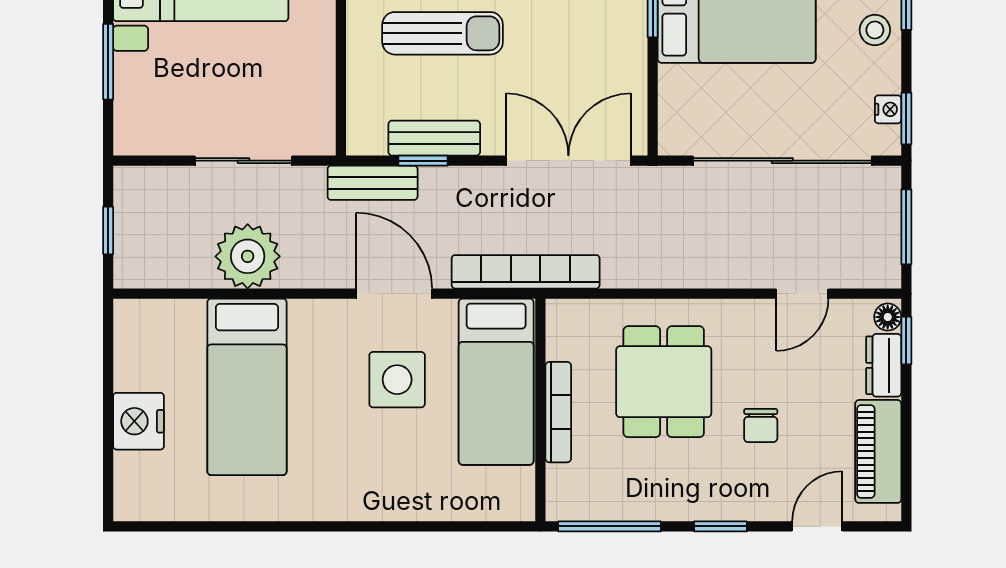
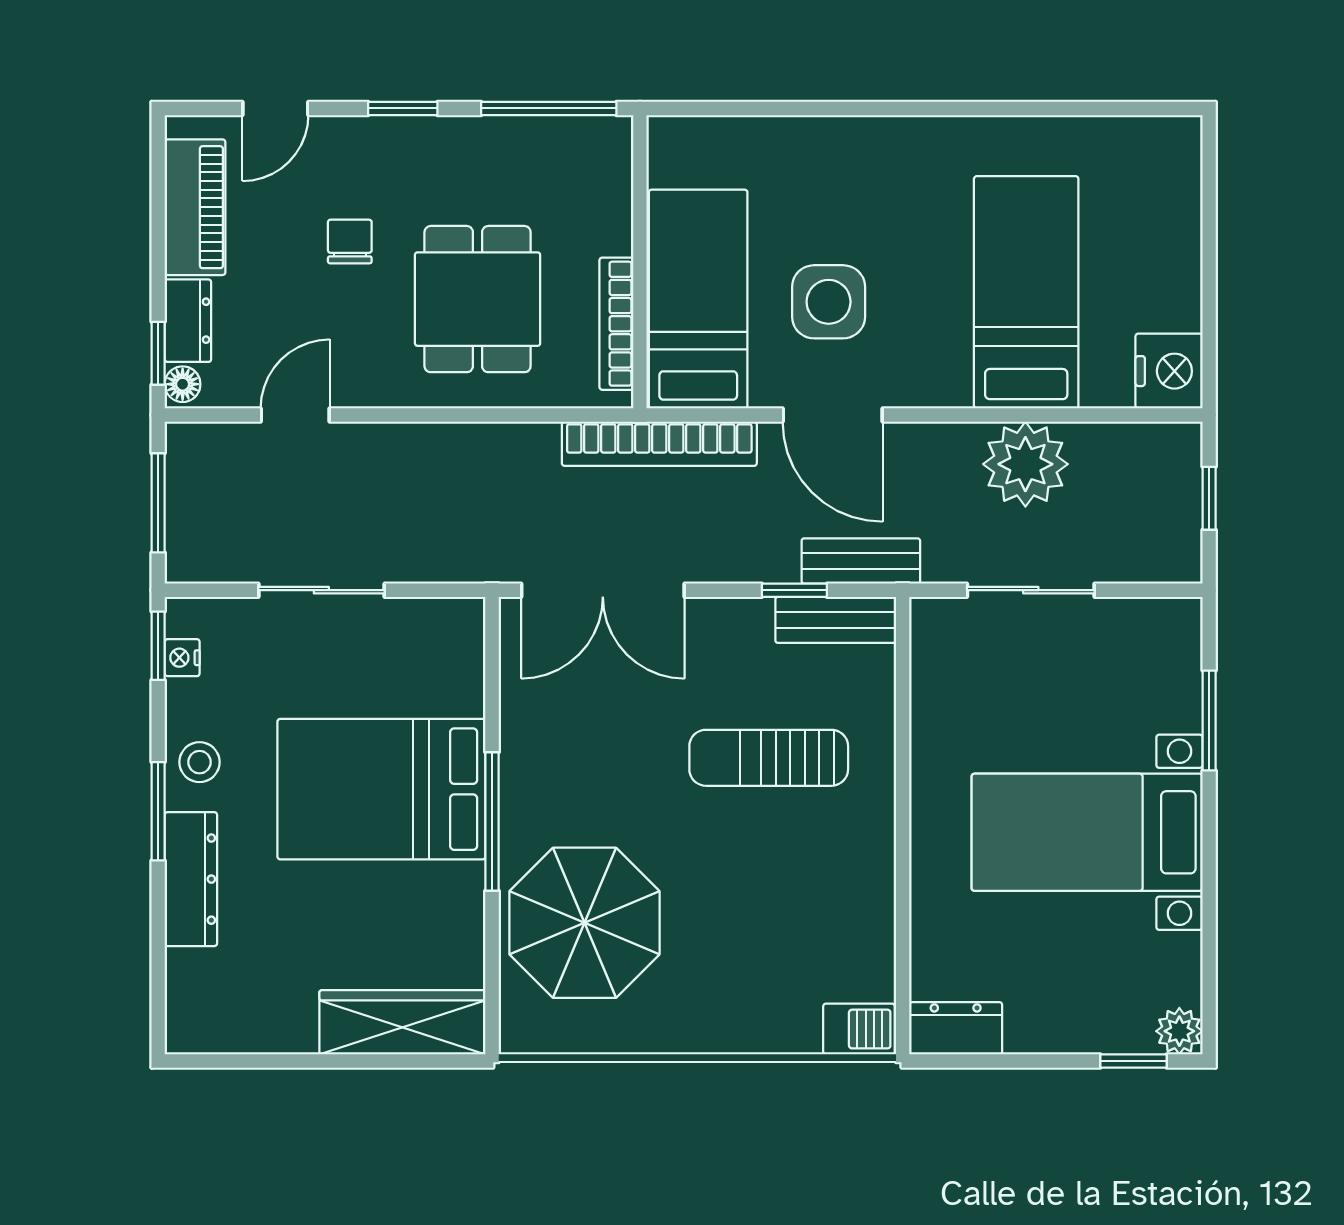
bench: (434, 138) -> (836, 620), moved
sliding door: (782, 161) -> (321, 590), width x0.54
bookcase: (558, 412) -> (616, 324), moved
nightstand: (138, 421) -> (1169, 371), moved

